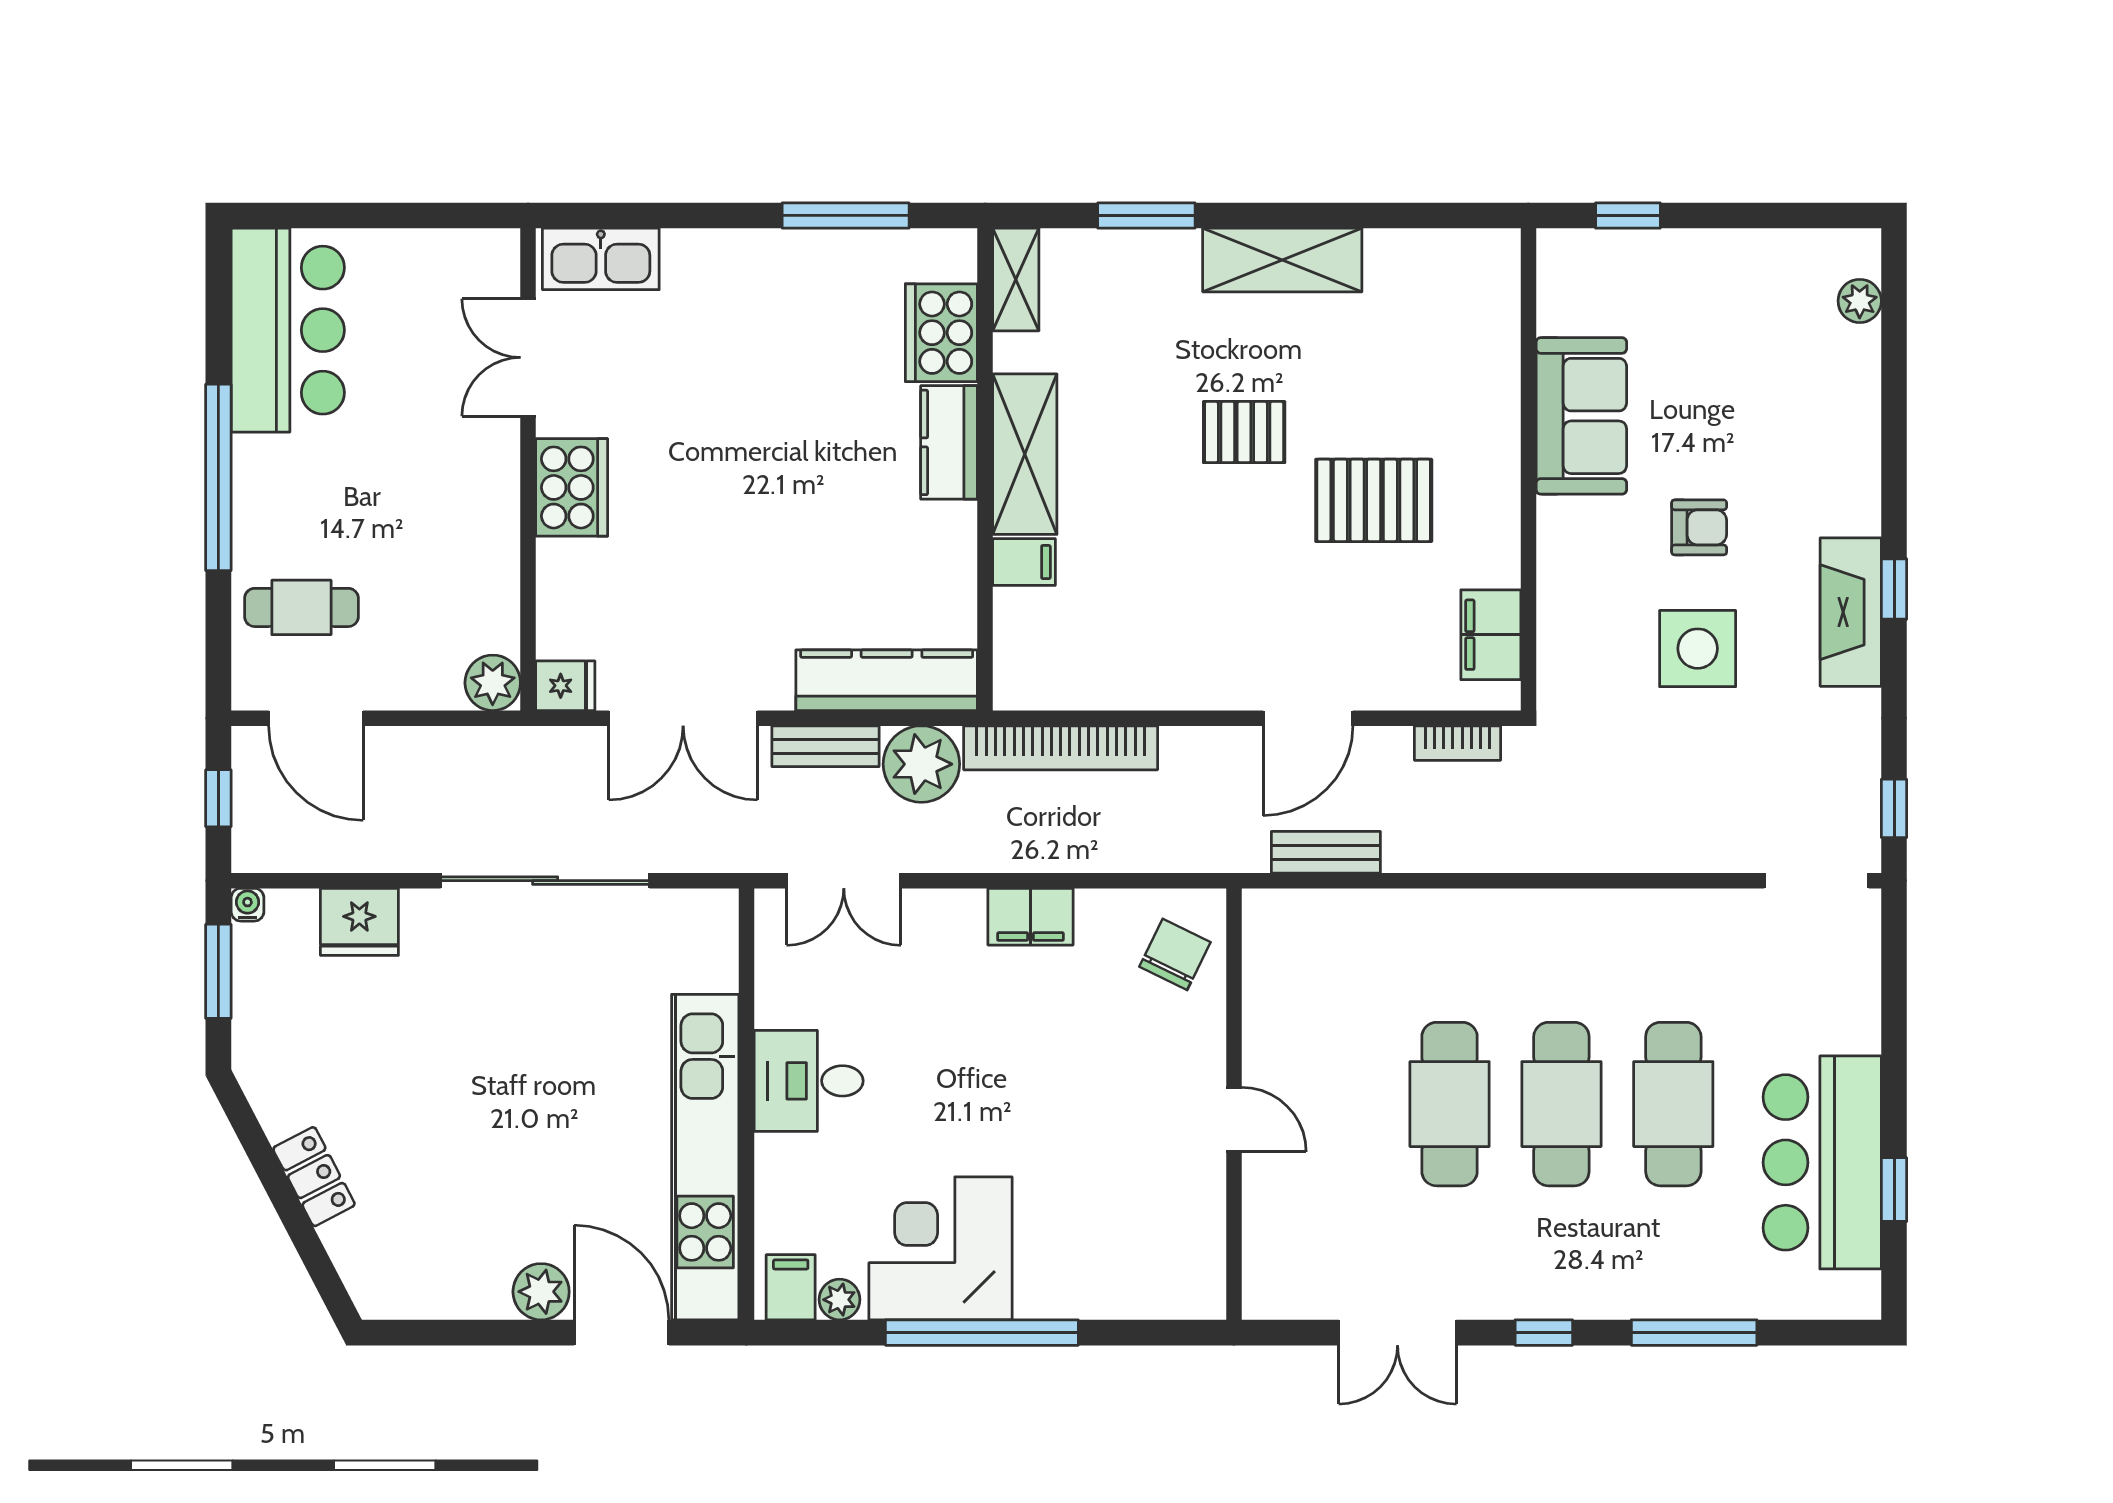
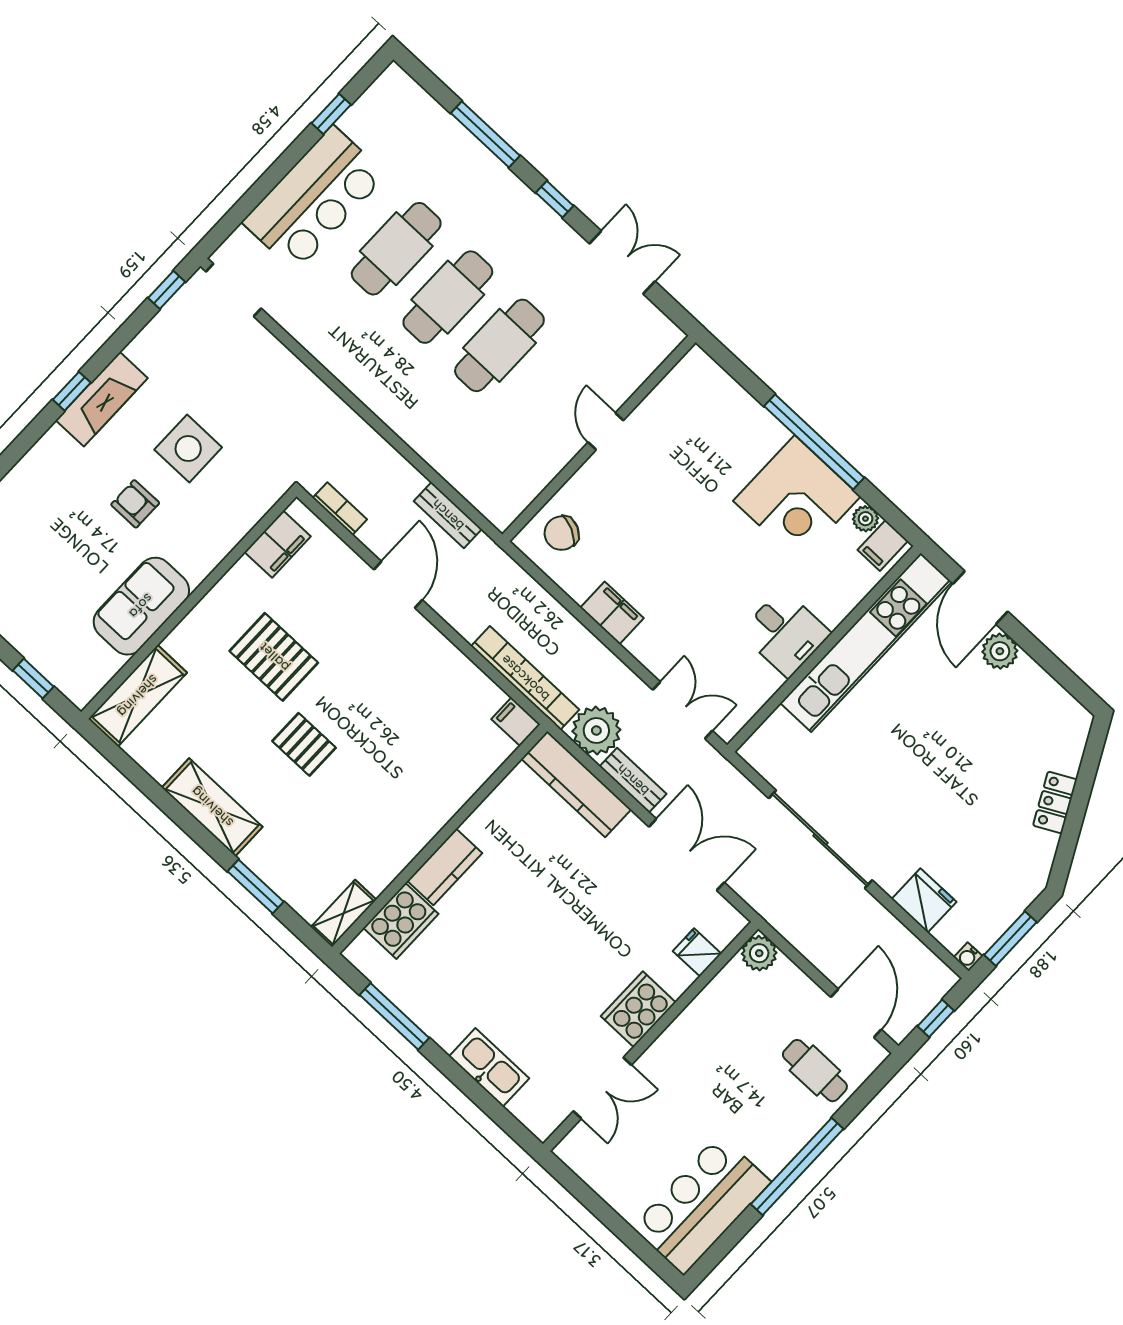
kitchen sink: (601, 259) -> (489, 1067), moved
shelving: (1025, 454) -> (138, 696), moved
filing cabinet: (1024, 562) -> (516, 722), moved
fridge: (565, 686) -> (697, 952), moved
door: (1308, 718) -> (398, 585), hinge flipped
bar counter: (1822, 1162) -> (314, 199), moved

